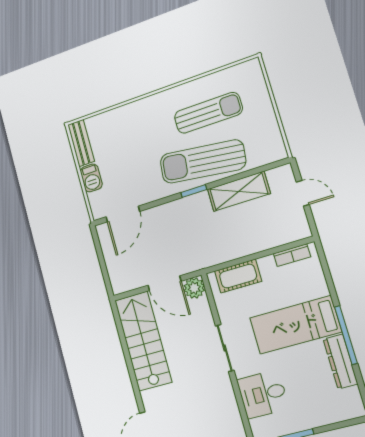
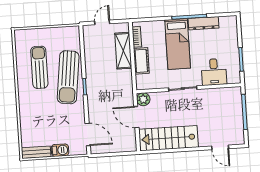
shelving: (239, 191) -> (123, 51), moved
cot: (238, 276) -> (141, 61), moved
door: (165, 283) -> (136, 117), swing flipped

